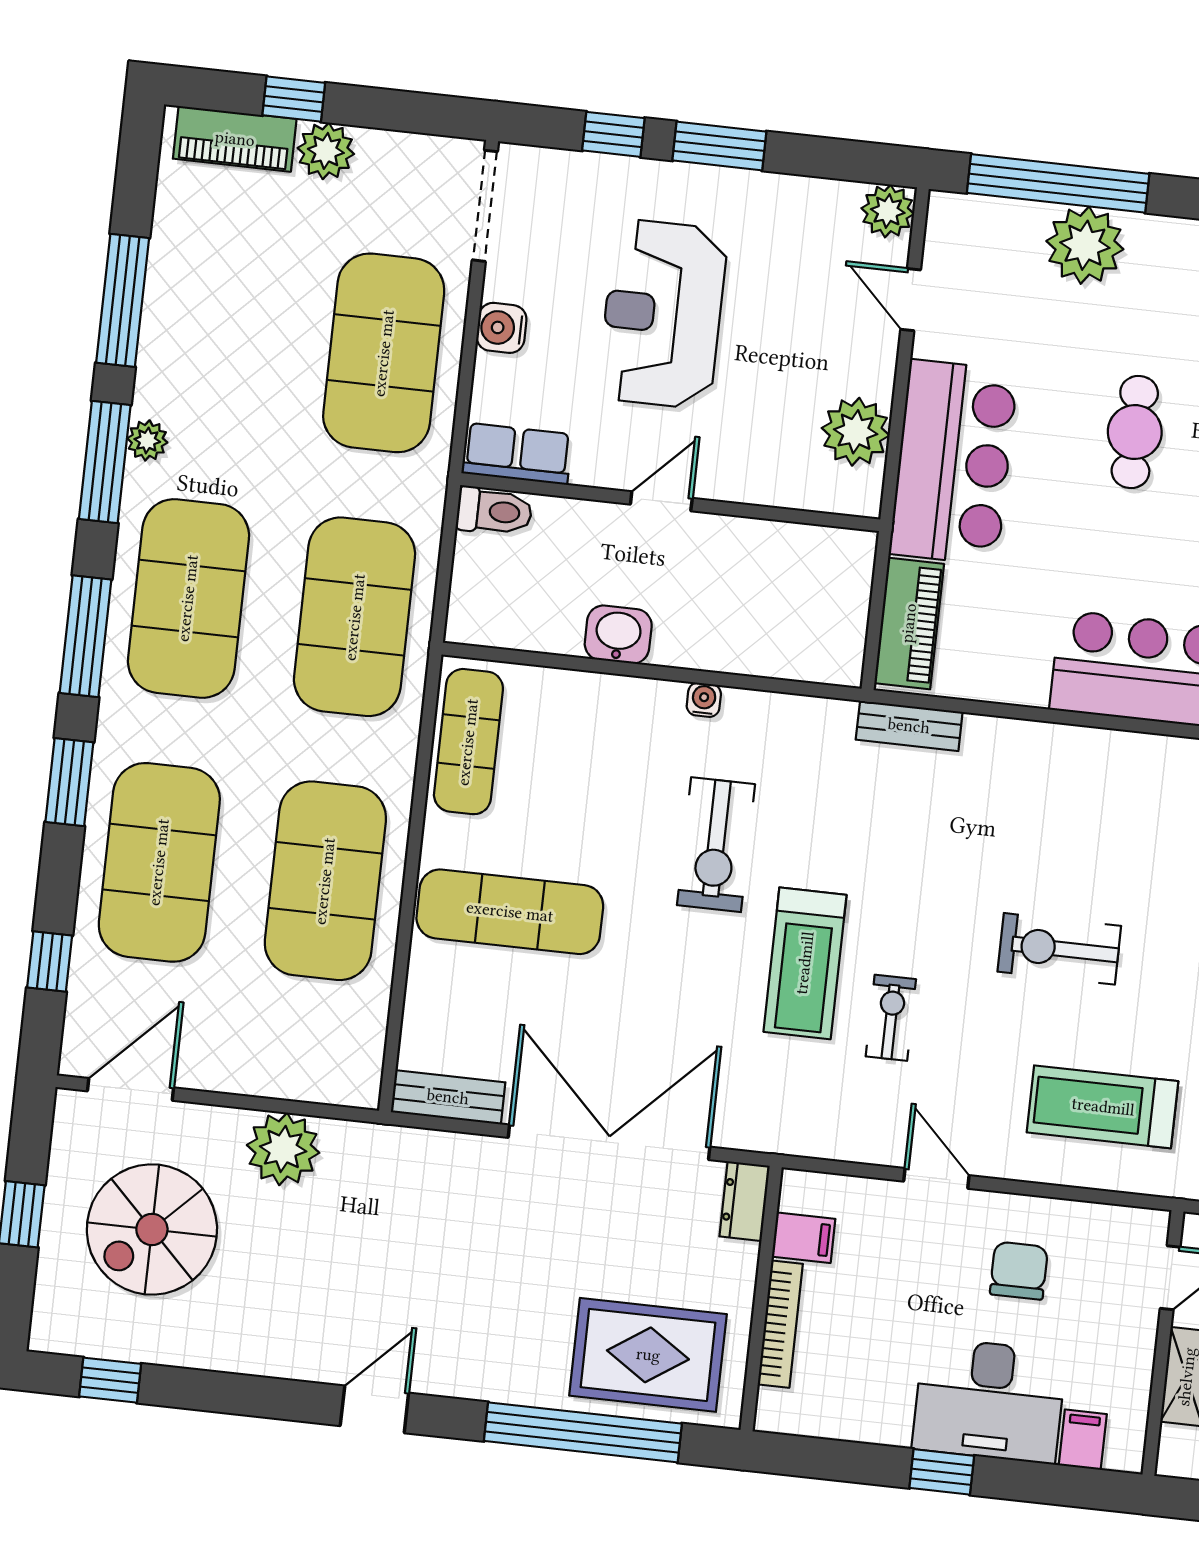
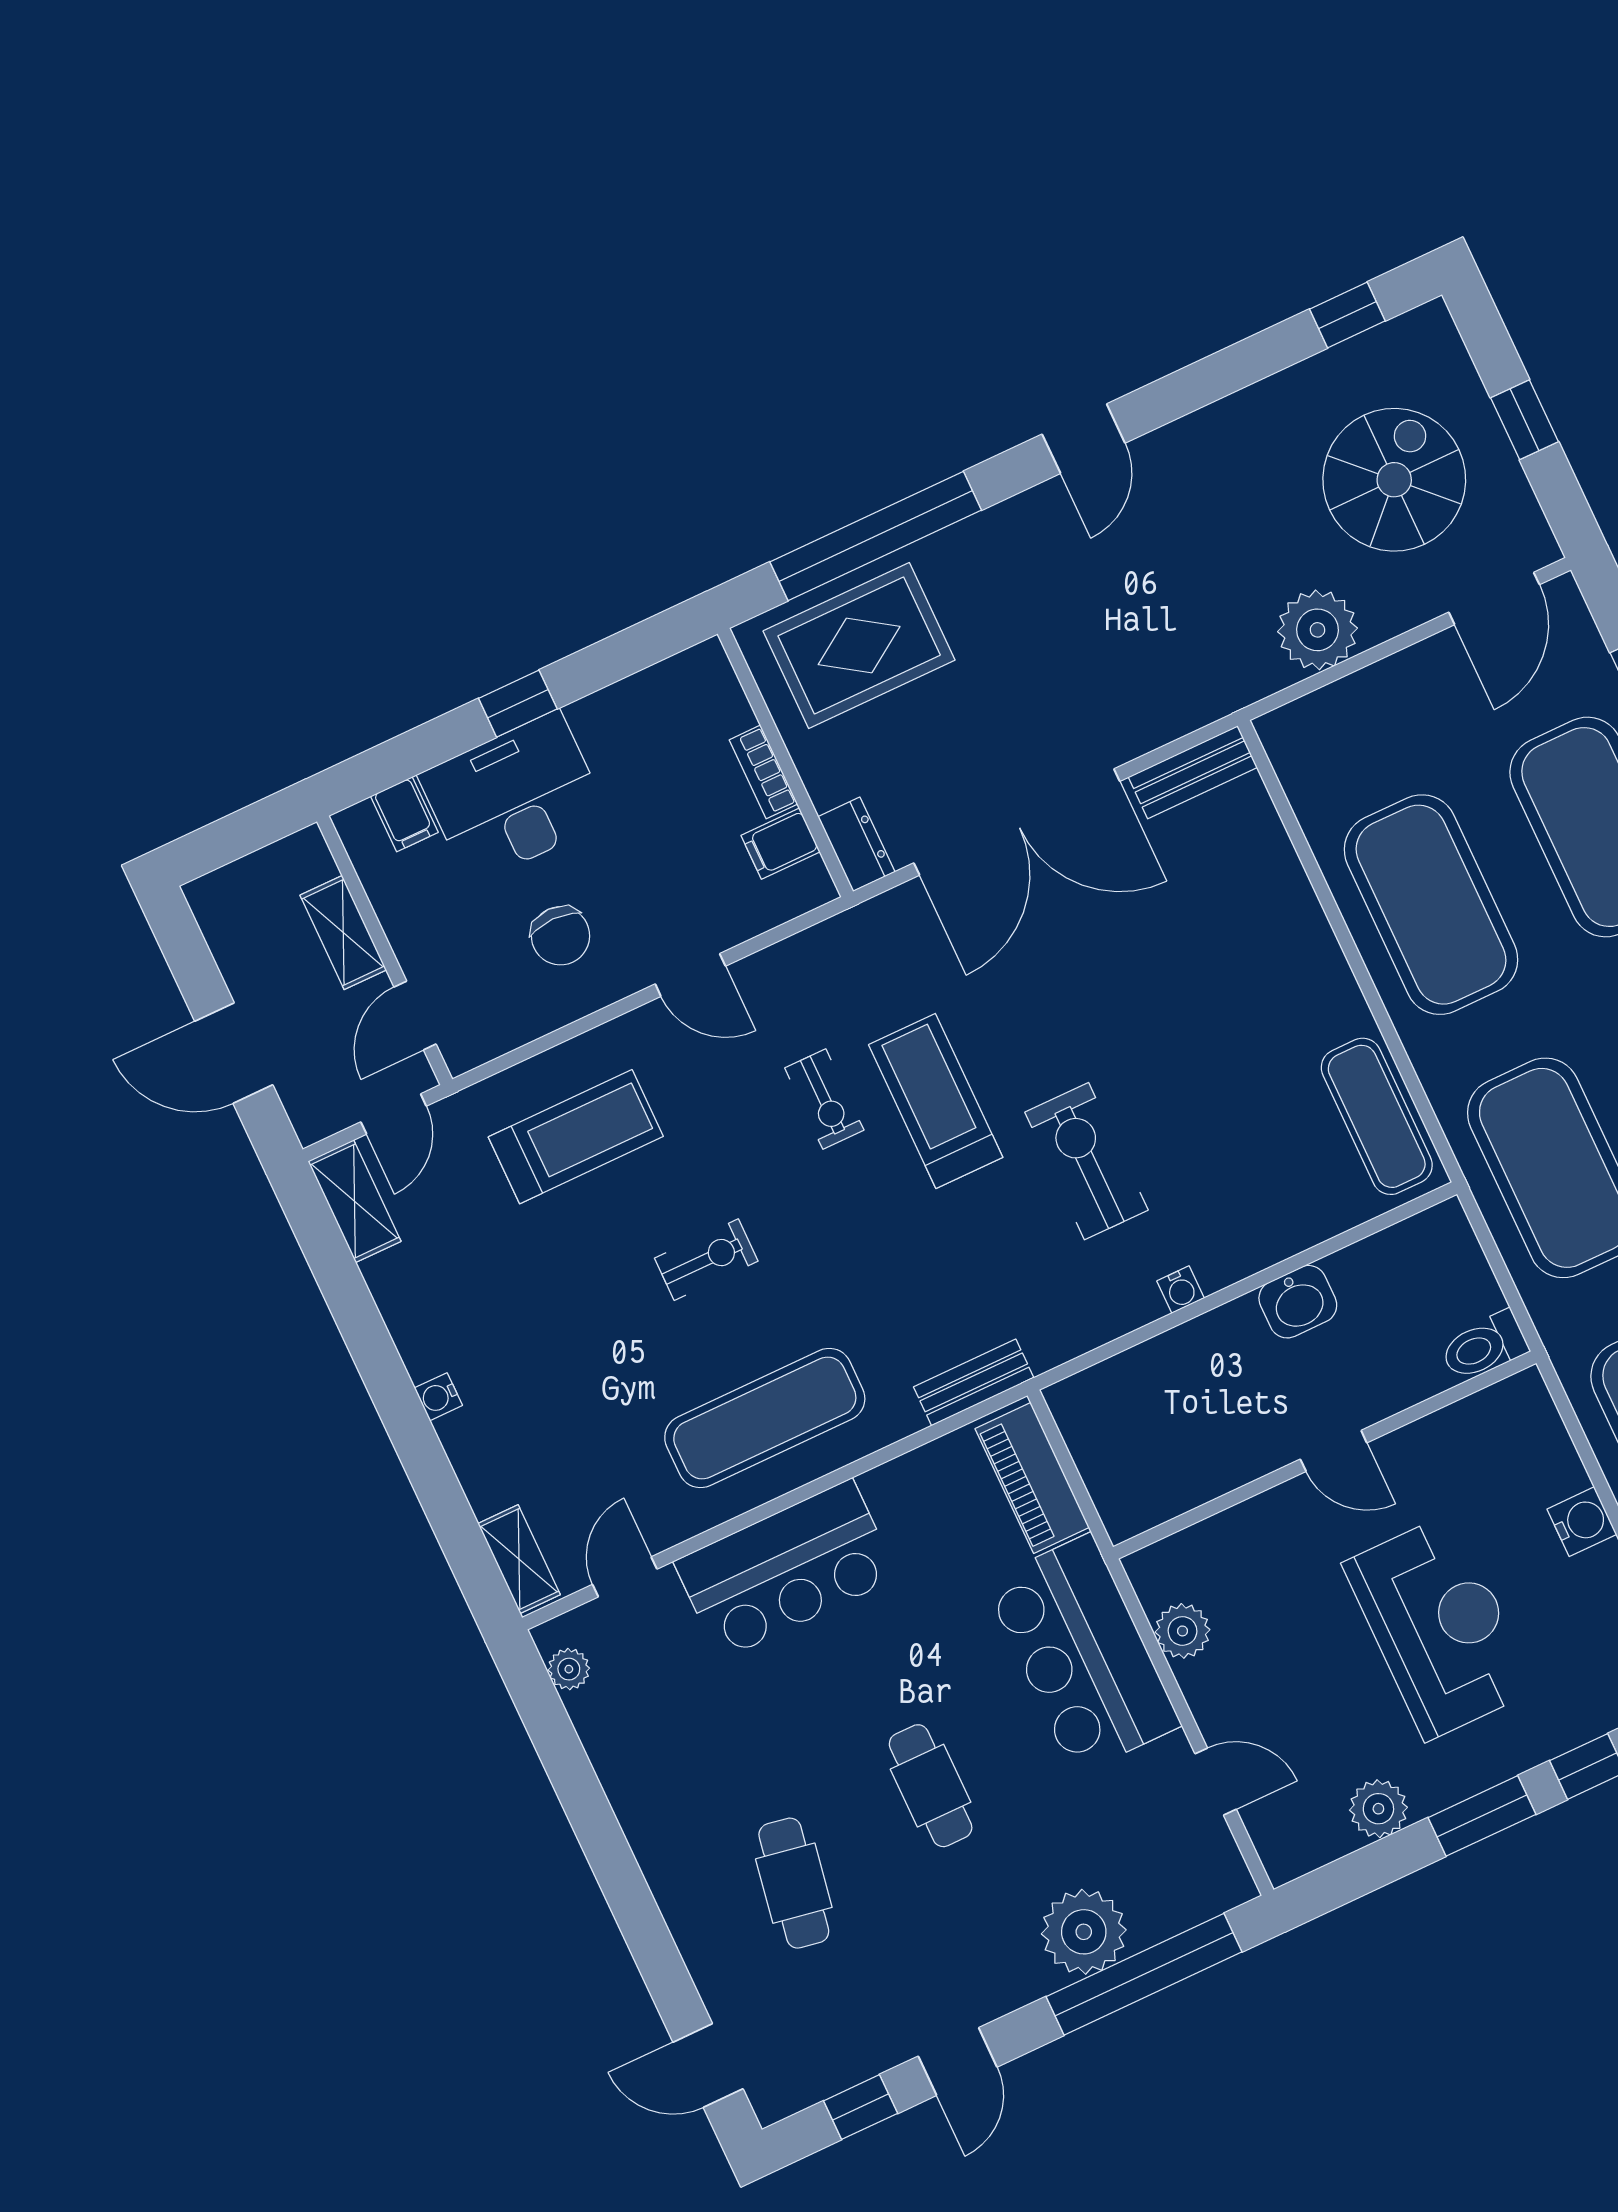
plant: (888, 211) -> (1378, 1809), moved
plant: (856, 432) -> (1183, 1631), width x0.73, depth x0.73
row of seats: (517, 454) -> (1495, 1413), removed
door: (661, 501) -> (1334, 1451), hinge flipped
exercise mat: (510, 912) -> (765, 1418), moved
exercise bike: (1059, 949) -> (706, 1260), width x0.73, depth x0.72
bookcase: (780, 1324) -> (763, 772), width x0.64

